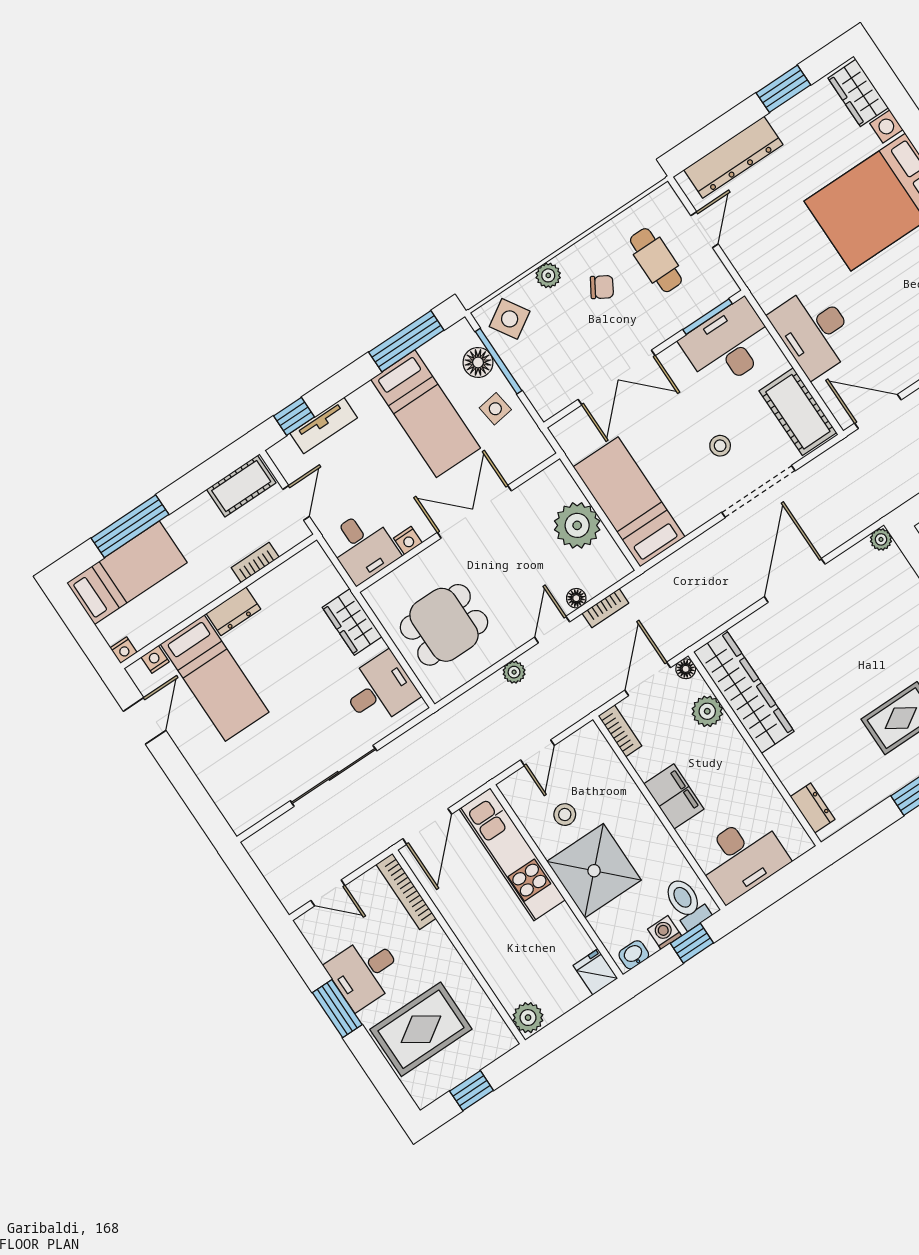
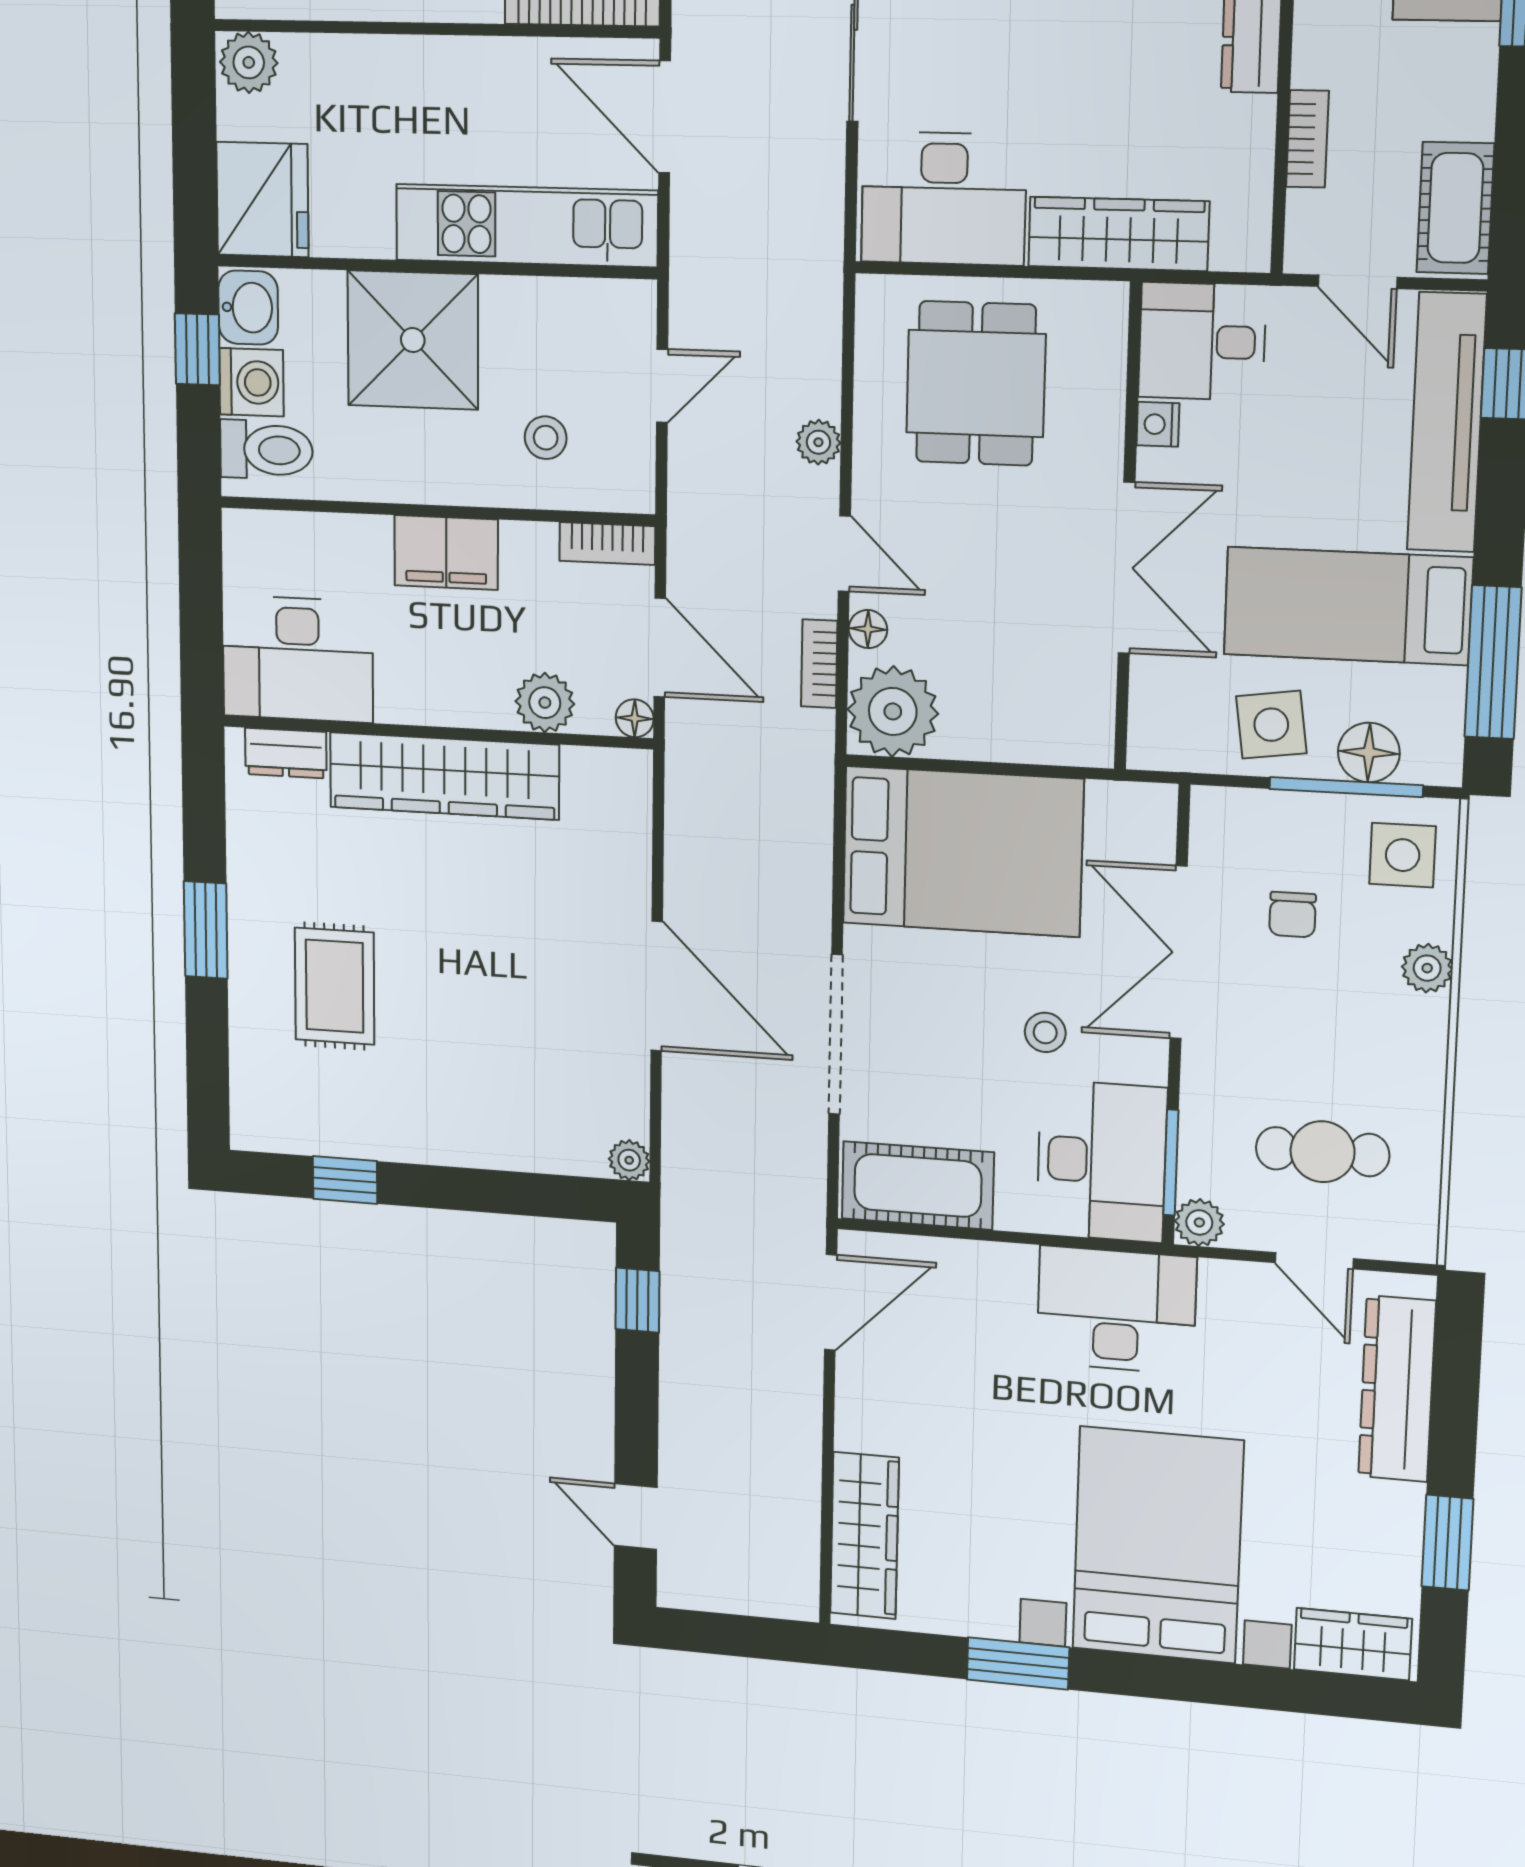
chair: (602, 287) -> (1292, 915), moved, turned -31
plant: (724, 287) -> (1199, 1222), added
side table: (510, 319) -> (1403, 855), turned 32
desk: (814, 331) -> (1116, 1310), moved
side table: (495, 409) -> (1271, 725), width x1.37, depth x1.37
tv unit: (324, 426) -> (1447, 423), width x1.92, depth x1.29
stool: (720, 446) -> (1045, 1032), moved
bed: (629, 502) -> (963, 851), width x1.50
plant: (577, 525) -> (893, 711), moved
wardrobe: (352, 622) -> (1118, 234), width x1.50
desk: (380, 690) -> (944, 199), width x1.37
wardrobe: (744, 692) -> (444, 776), moved
door: (537, 753) -> (662, 386), swing flipped
stool: (565, 815) -> (546, 438), moved
desk: (742, 858) -> (298, 659), moved, turned -90
washing machine: (665, 932) -> (251, 382), width x1.38, depth x1.38
window: (692, 943) -> (197, 349), moved
washbasin: (634, 955) -> (248, 308), width x1.38, depth x1.45
fridge: (596, 972) -> (262, 200), width x1.88, depth x1.34

